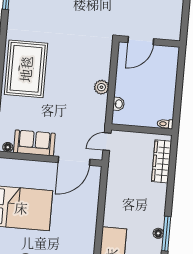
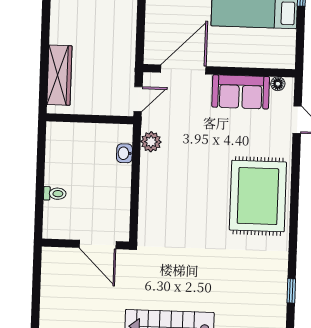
door: (141, 41) -> (98, 245), swing flipped
plant: (101, 87) -> (151, 142), moved
toilet: (165, 124) -> (55, 194), moved

